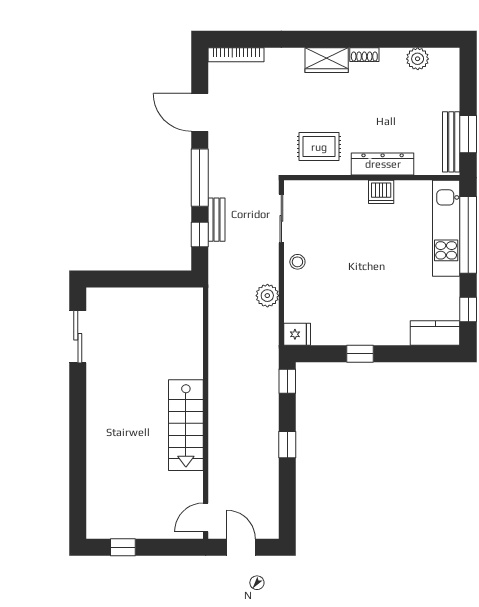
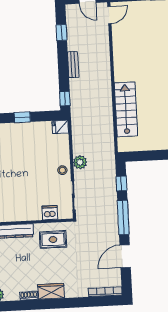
door: (200, 112) -> (125, 256), swing flipped
dishwasher: (381, 192) -> (50, 213), moved
bench: (216, 220) -> (73, 65), moved
plant: (267, 296) -> (80, 162), moved
stairs: (186, 425) -> (126, 109), moved
window: (287, 445) -> (62, 32), moved

